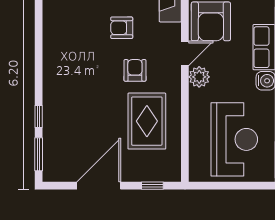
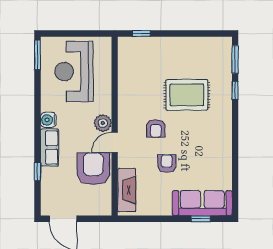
armchair: (122, 28) -> (167, 164), turned -90
rug: (147, 121) -> (187, 95), moved, turned 90
door: (99, 186) -> (186, 33), removed

